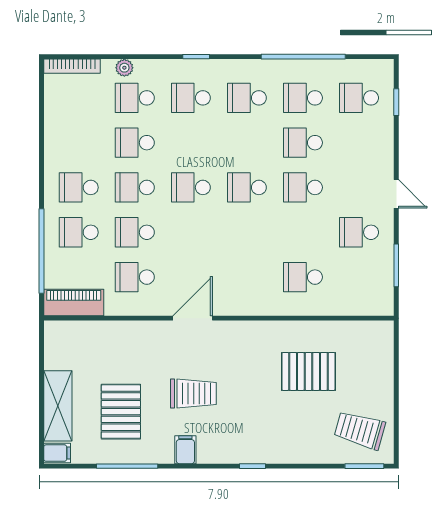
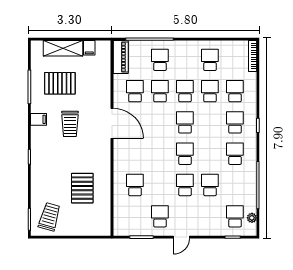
plant: (124, 68) -> (252, 218), moved
school desk: (303, 98) -> (235, 185), removed
school desk: (79, 187) -> (210, 60), moved
door: (193, 318) -> (112, 123), width x1.36
filing cabinet: (57, 453) -> (89, 48), moved

